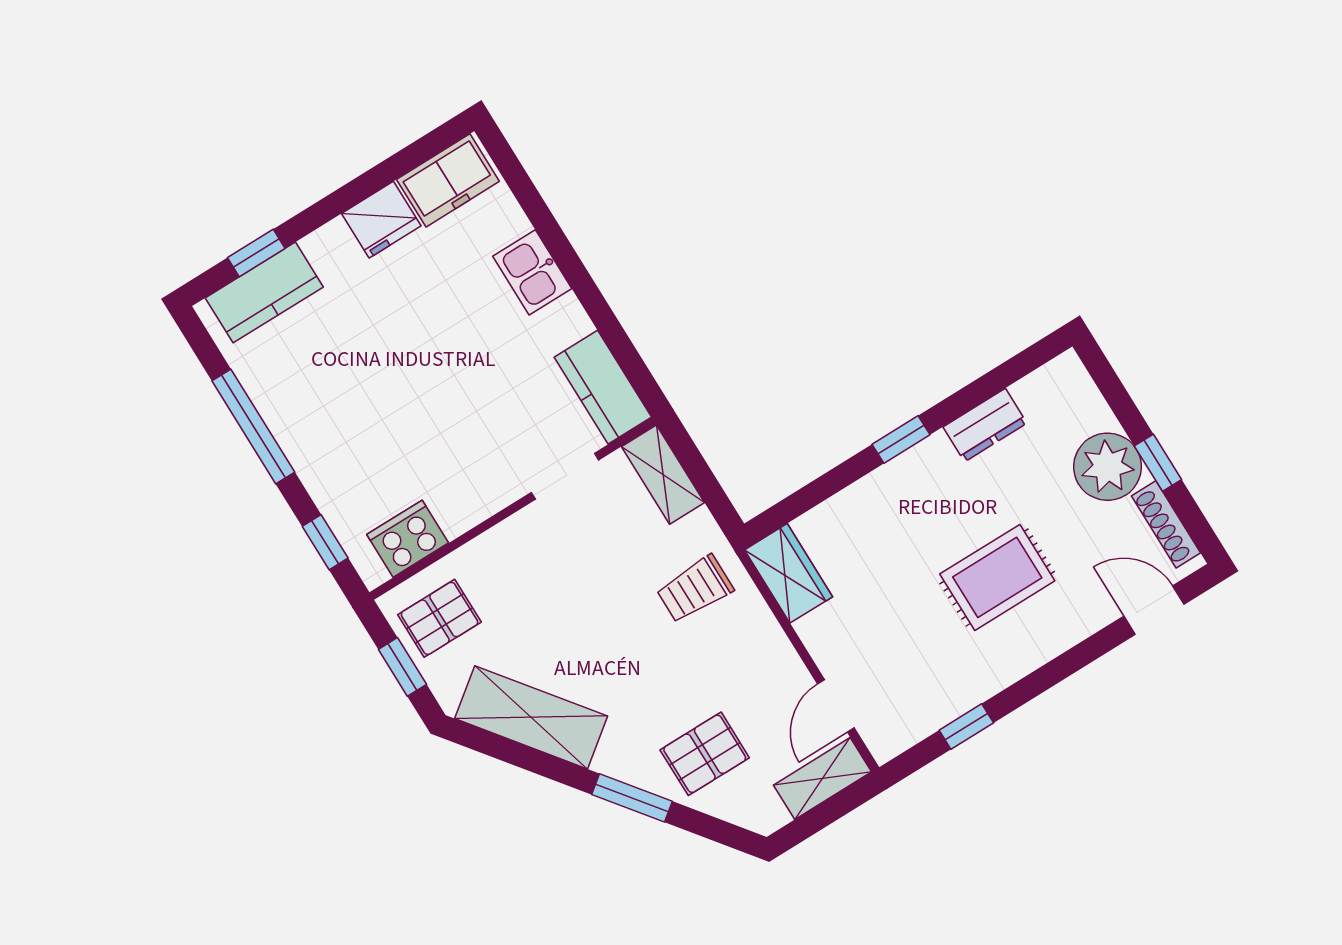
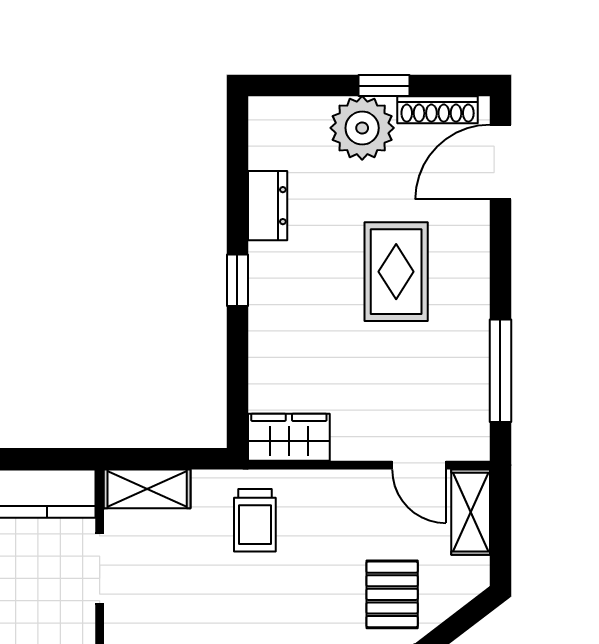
door: (1154, 610) -> (500, 162), width x1.38
window: (966, 727) -> (500, 371), width x2.17

